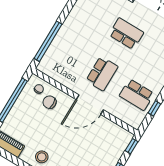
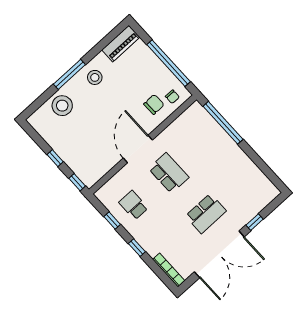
school desk: (102, 74) -> (169, 173), turned 180
school desk: (137, 95) -> (133, 205), width x0.54

